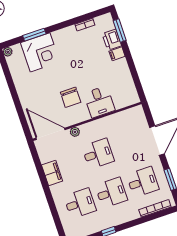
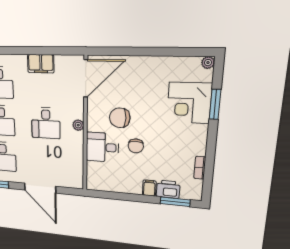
chair: (88, 77) -> (136, 146), added
plant: (75, 132) -> (78, 125), moved

